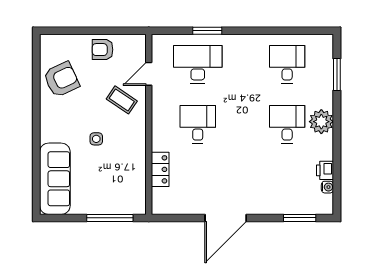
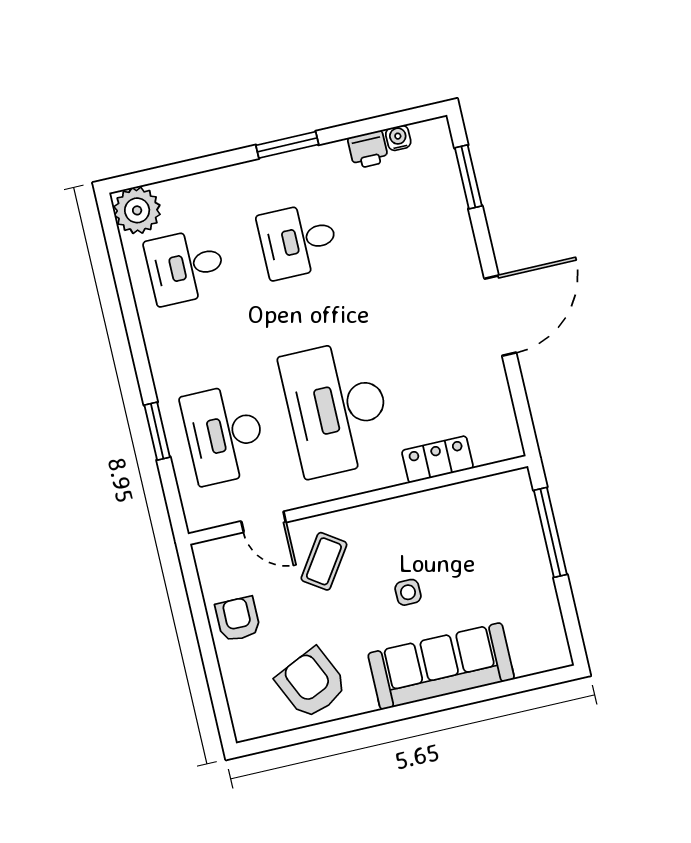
armchair: (103, 50) -> (238, 619), turned 180
window: (337, 74) -> (287, 145), moved
plant: (321, 122) -> (137, 210), moved
desk: (198, 124) -> (337, 408), width x1.87, depth x1.30
sofa: (55, 179) -> (441, 666), moved
door: (226, 218) -> (500, 316), hinge flipped

